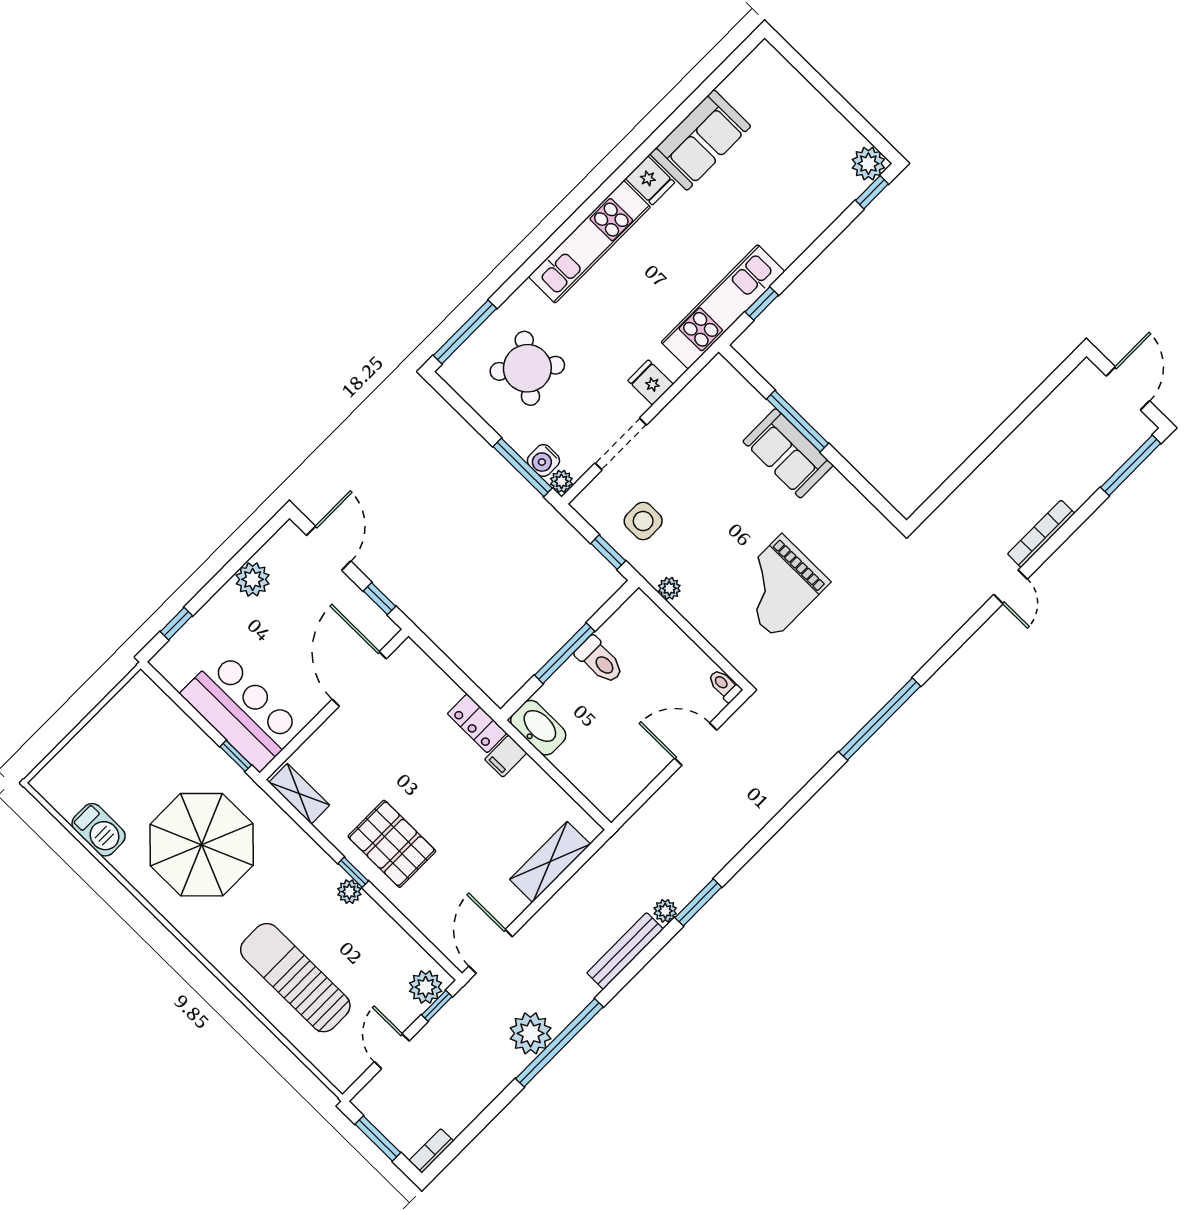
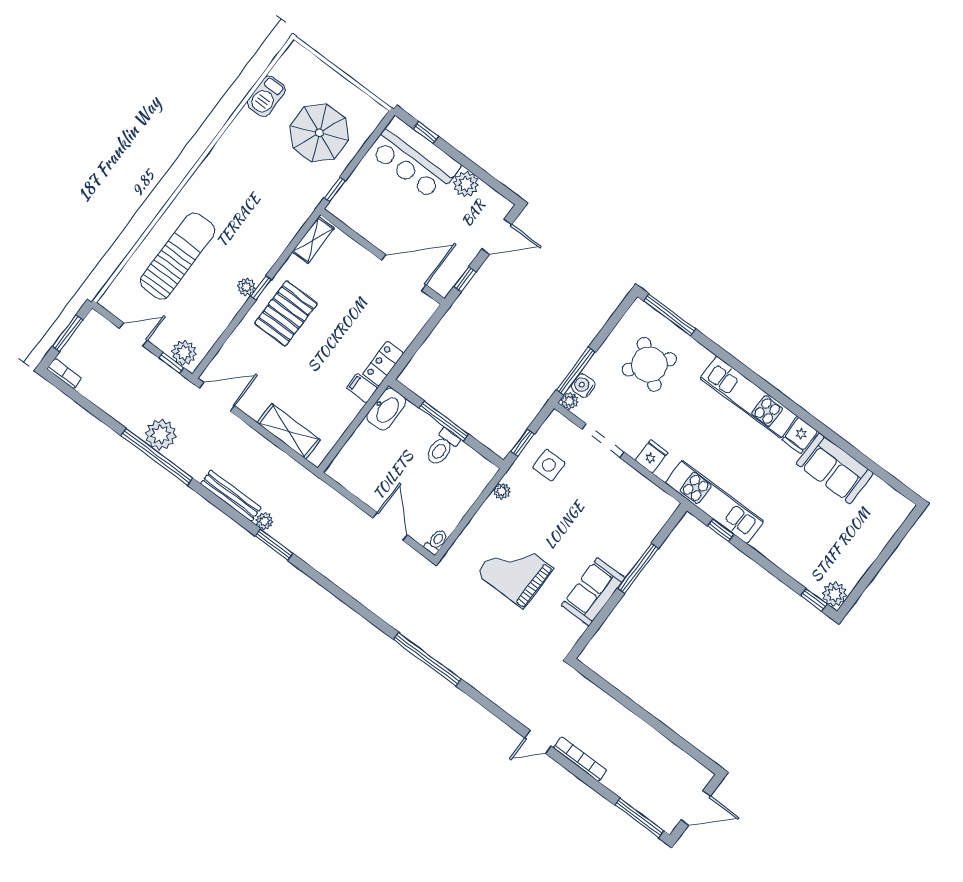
sofa: (788, 453) -> (593, 592), moved
bar counter: (241, 711) -> (414, 159), moved, turned 90
parasol: (202, 845) -> (319, 133), moved, width x0.73, depth x0.73

